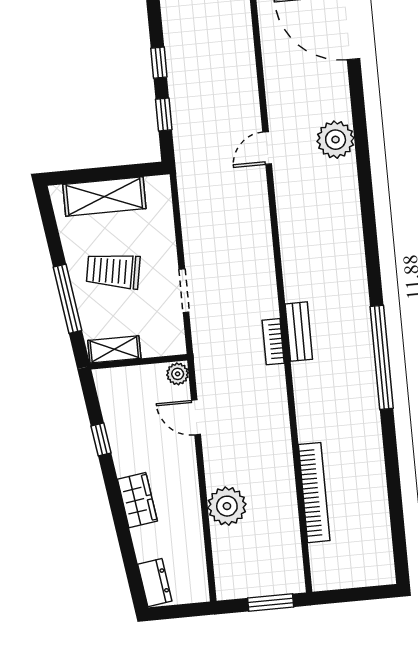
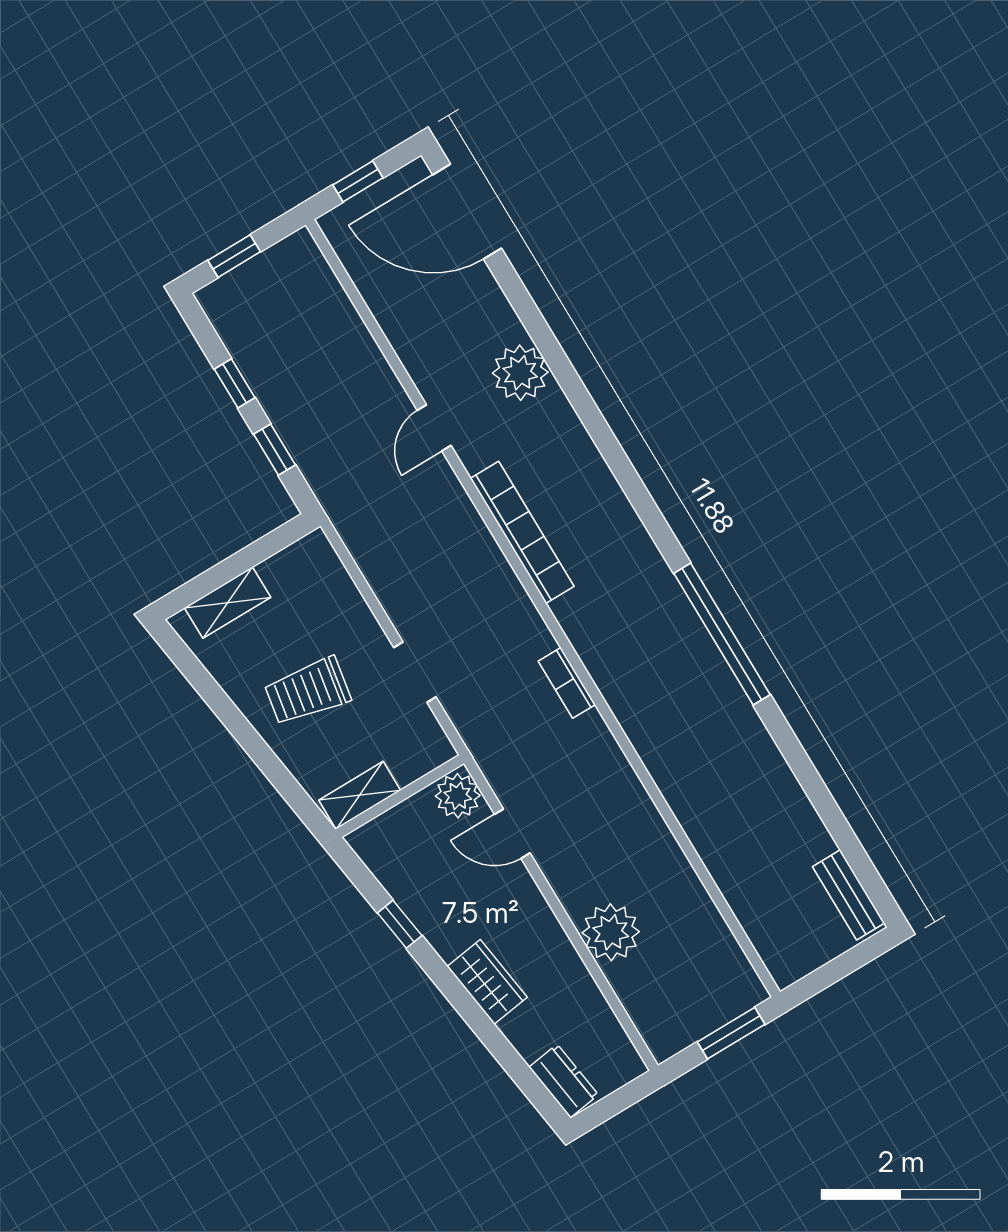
shelving: (104, 196) -> (228, 603), width x0.67, depth x0.75
window: (67, 299) -> (264, 758), removed
bench: (299, 332) -> (849, 895), moved
plant: (178, 374) -> (458, 796), width x1.38, depth x1.38
bookcase: (314, 493) -> (522, 532), moved

